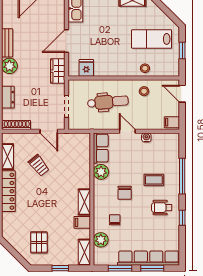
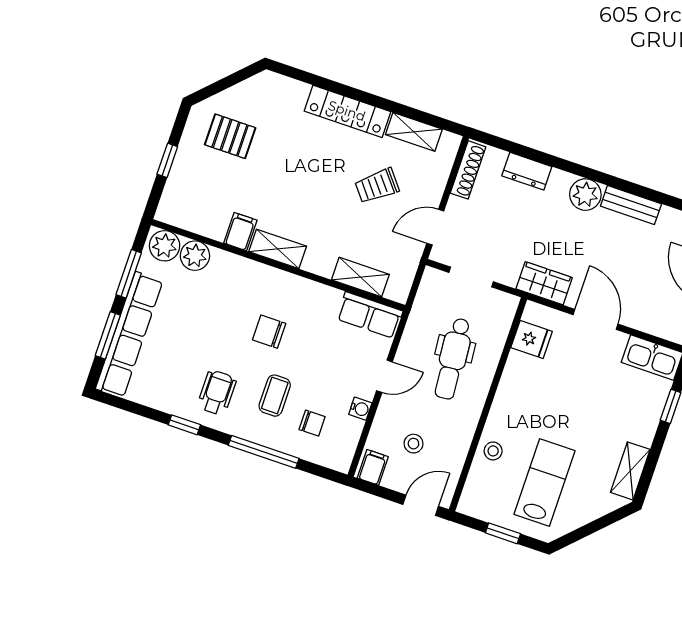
stool: (144, 91) -> (413, 444), moved
plant: (101, 172) -> (165, 246), moved
chair: (115, 220) -> (312, 423), moved
shelving: (84, 252) -> (360, 277), moved

